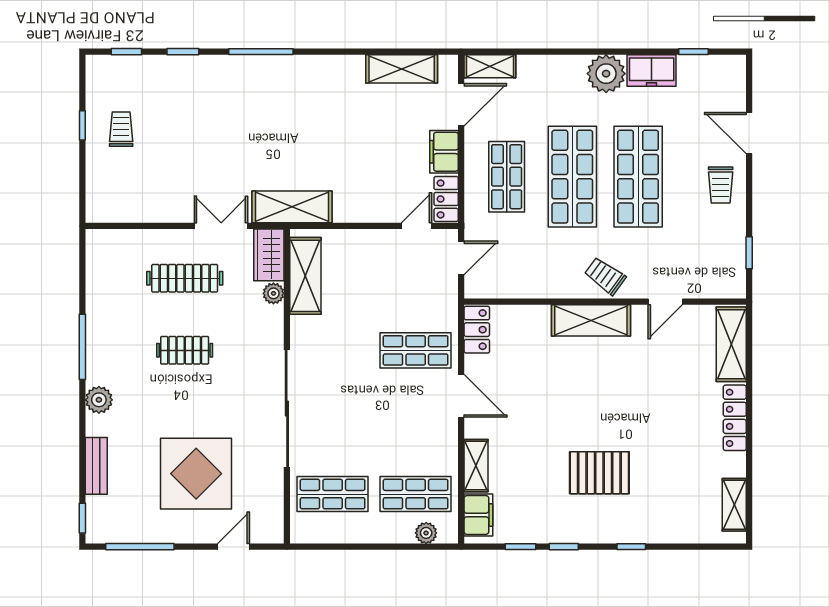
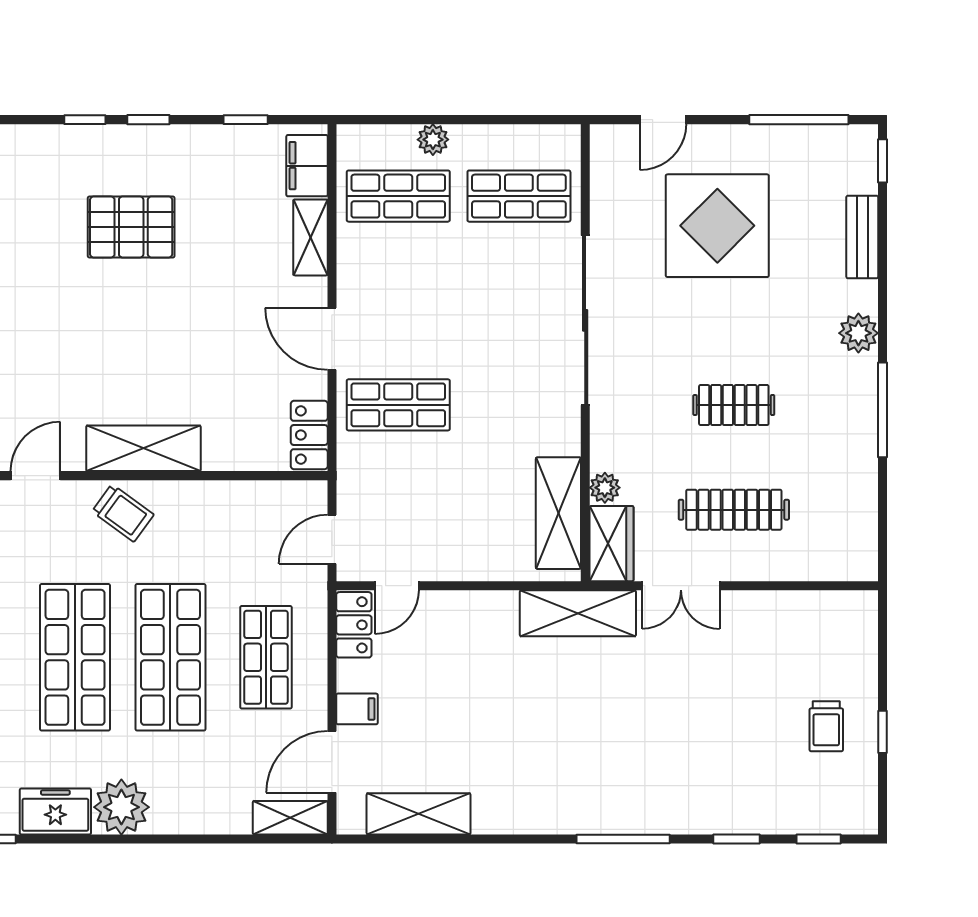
filing cabinet: (444, 152) -> (357, 709), width x0.50
plant: (426, 533) -> (433, 140), moved
window: (564, 547) -> (148, 120), moved

